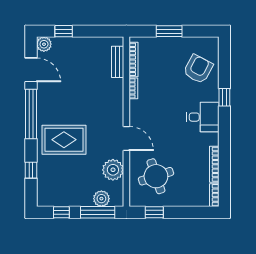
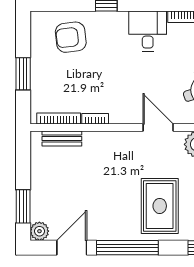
window: (64, 31) -> (23, 206), width x1.50
armchair: (198, 69) -> (71, 37), turned -35
desk: (203, 117) -> (148, 31), moved
door: (126, 138) -> (158, 127), hinge flipped

